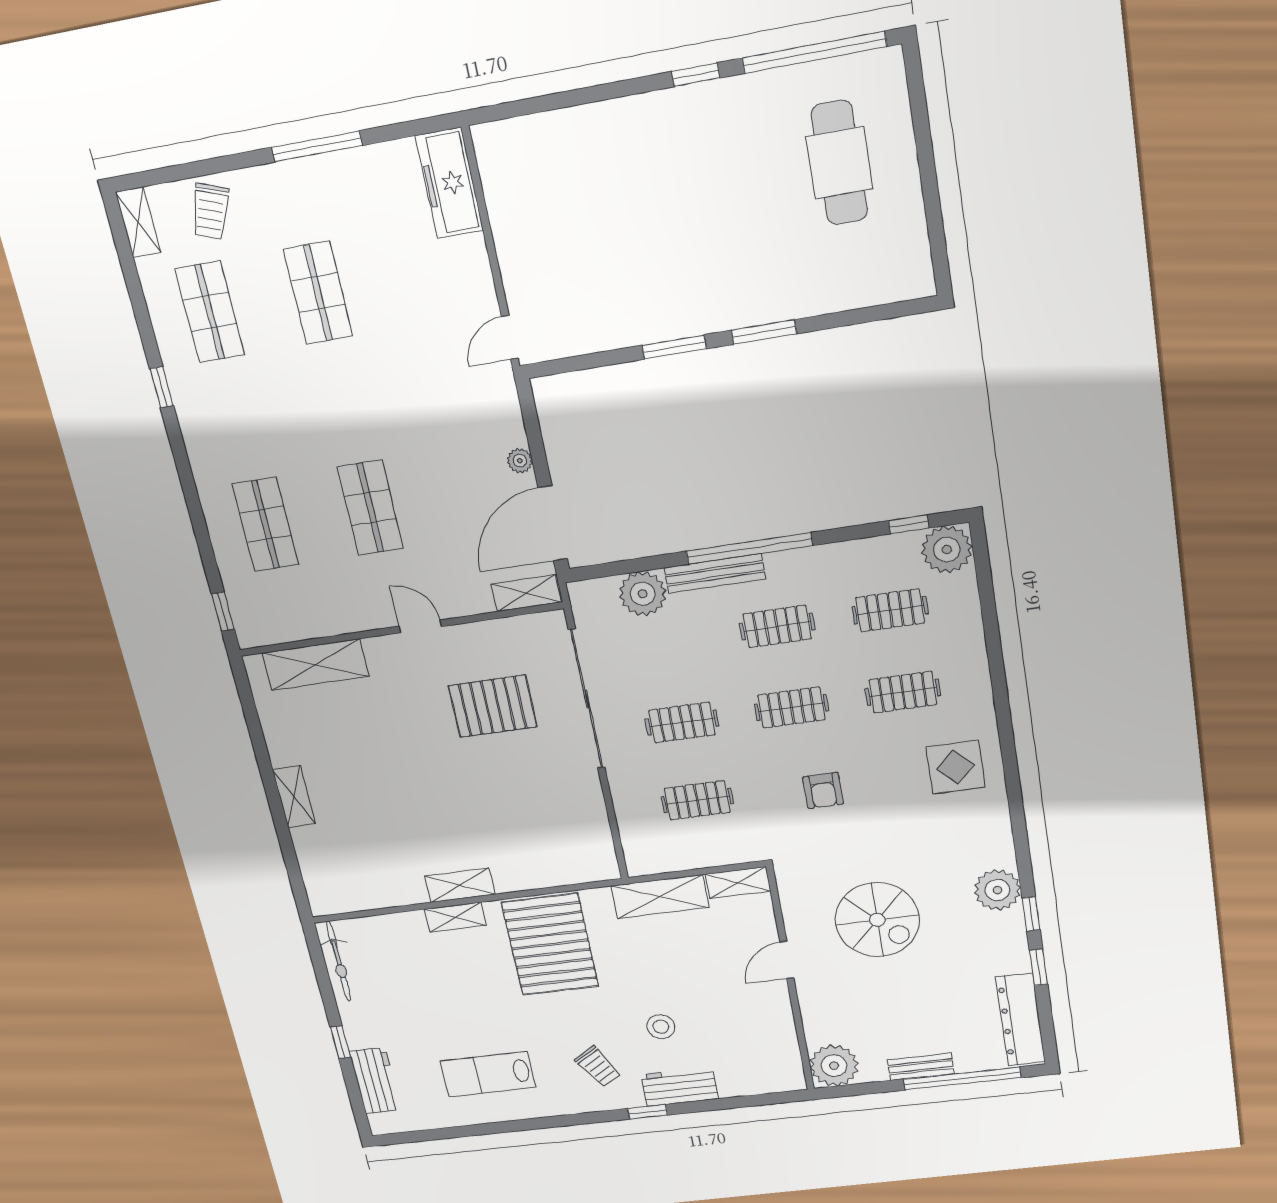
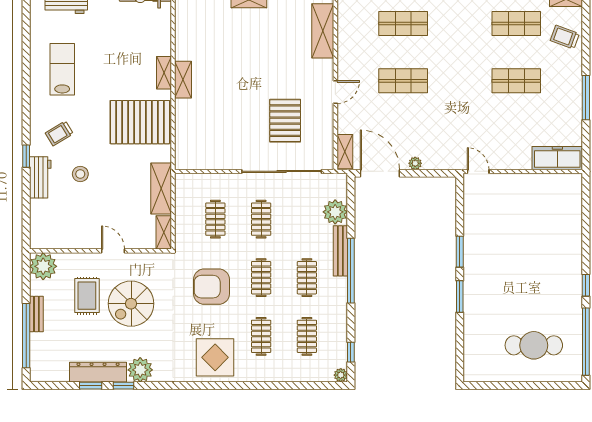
plant: (947, 549) -> (341, 375), width x0.53, depth x0.53
display table: (956, 767) -> (215, 357), width x1.36, depth x1.36
armchair: (823, 791) -> (211, 287), width x1.88, depth x1.88
rug: (874, 992) -> (87, 296), added
dresser: (1020, 1020) -> (98, 372), moved

